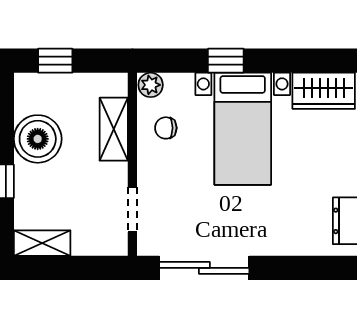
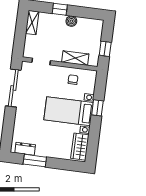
window: (55, 61) -> (105, 49), moved
plant: (151, 85) -> (92, 76), removed
boiler: (38, 139) -> (71, 21), width x0.54, depth x0.54

